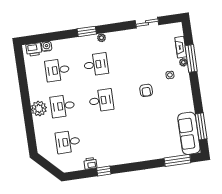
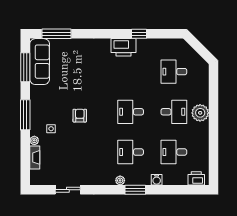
water cooler: (47, 46) -> (157, 180), moved
window: (191, 58) -> (25, 115), moved
desk: (57, 70) -> (174, 152), turned 180
desk: (68, 142) -> (174, 72), turned 180
printer: (90, 163) -> (124, 47), moved, width x1.87, depth x1.48

